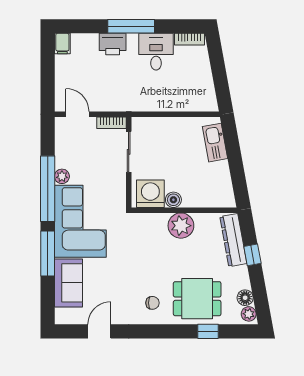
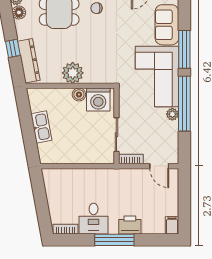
kitchen sink: (215, 143) -> (41, 127), moved

